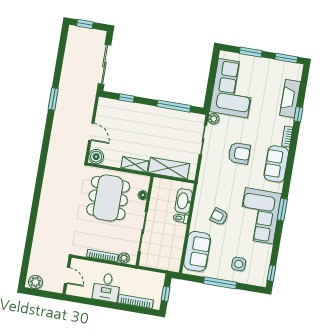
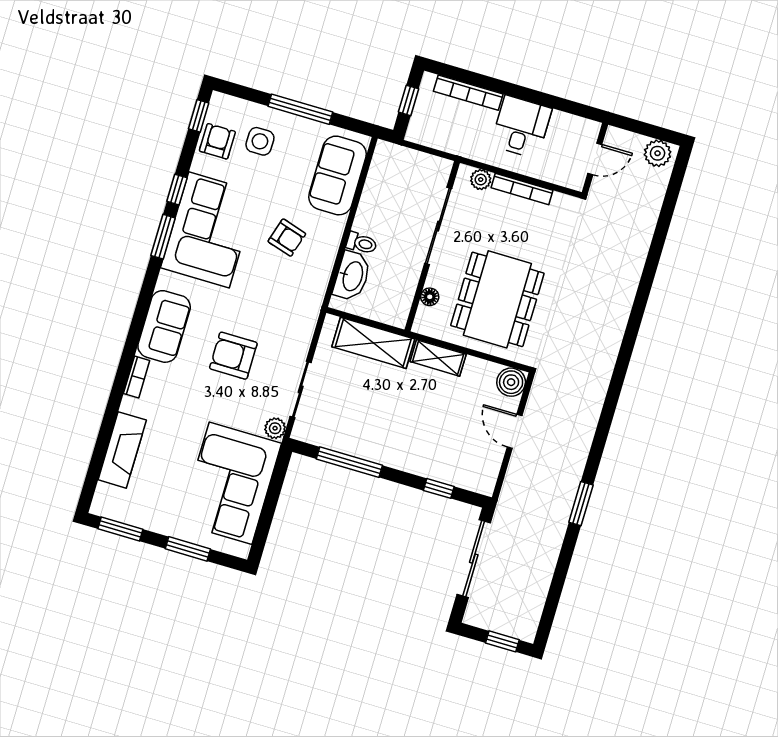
window: (298, 114) -> (177, 190), moved
armchair: (260, 261) -> (217, 141), added
door: (67, 275) -> (595, 159), swing flipped

